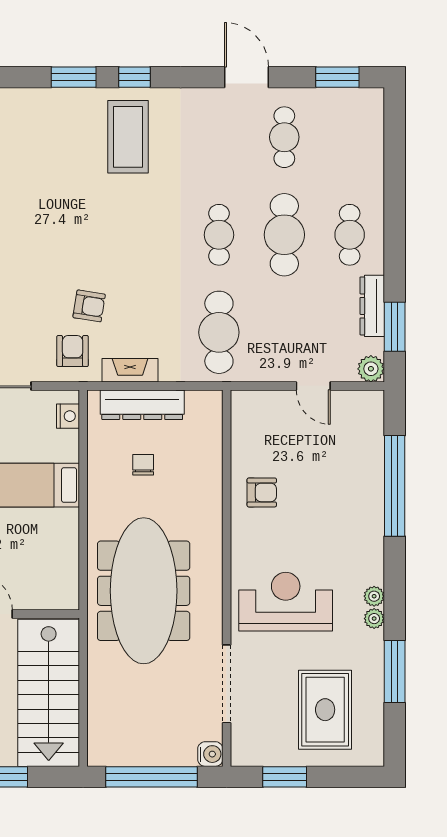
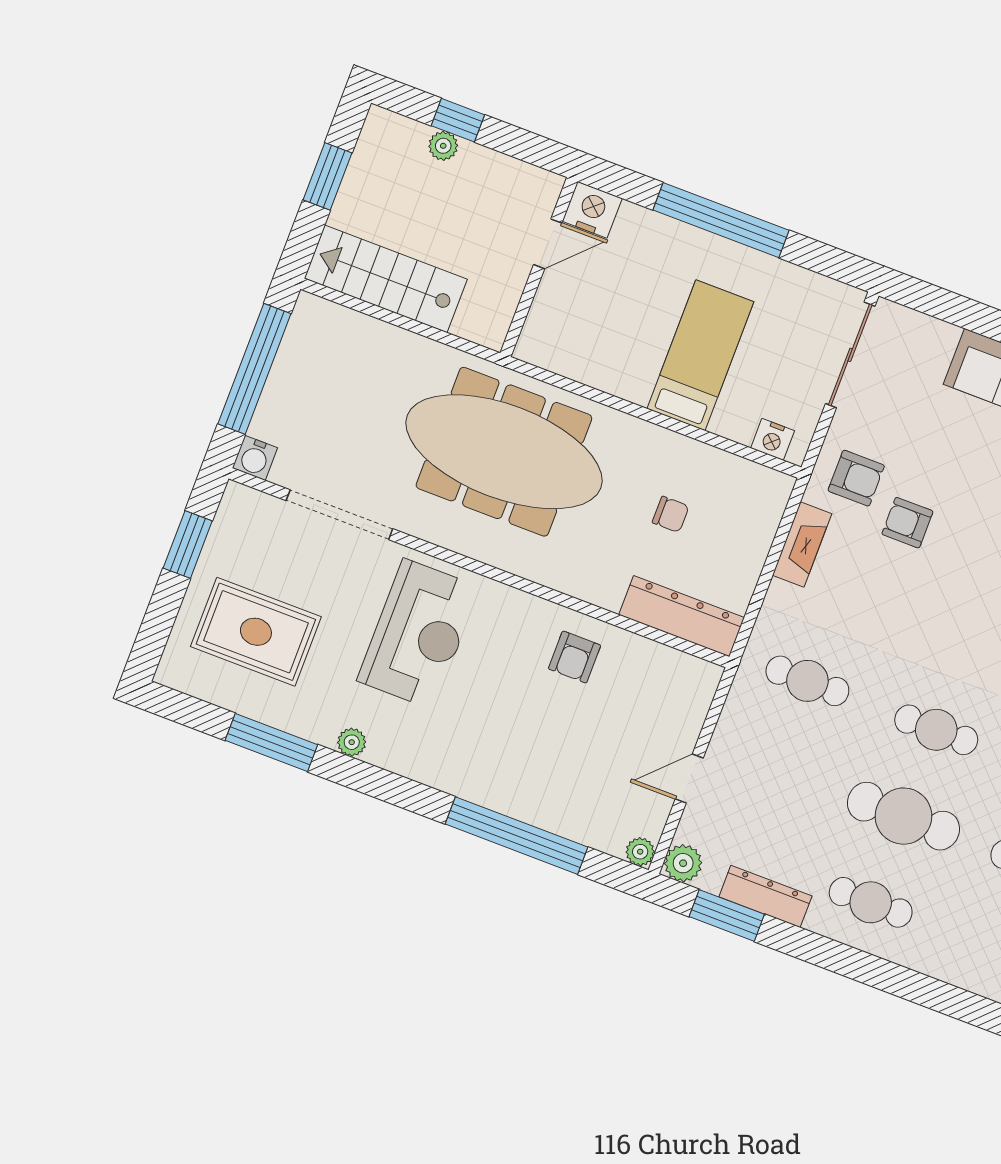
armchair: (89, 306) -> (907, 523), turned 81
cafe table: (219, 332) -> (807, 681), width x0.73, depth x0.74
dresser: (142, 405) -> (681, 616), moved, turned 90
plant: (374, 596) -> (640, 852), moved
stairs: (49, 693) -> (386, 279), width x0.73, depth x0.66

